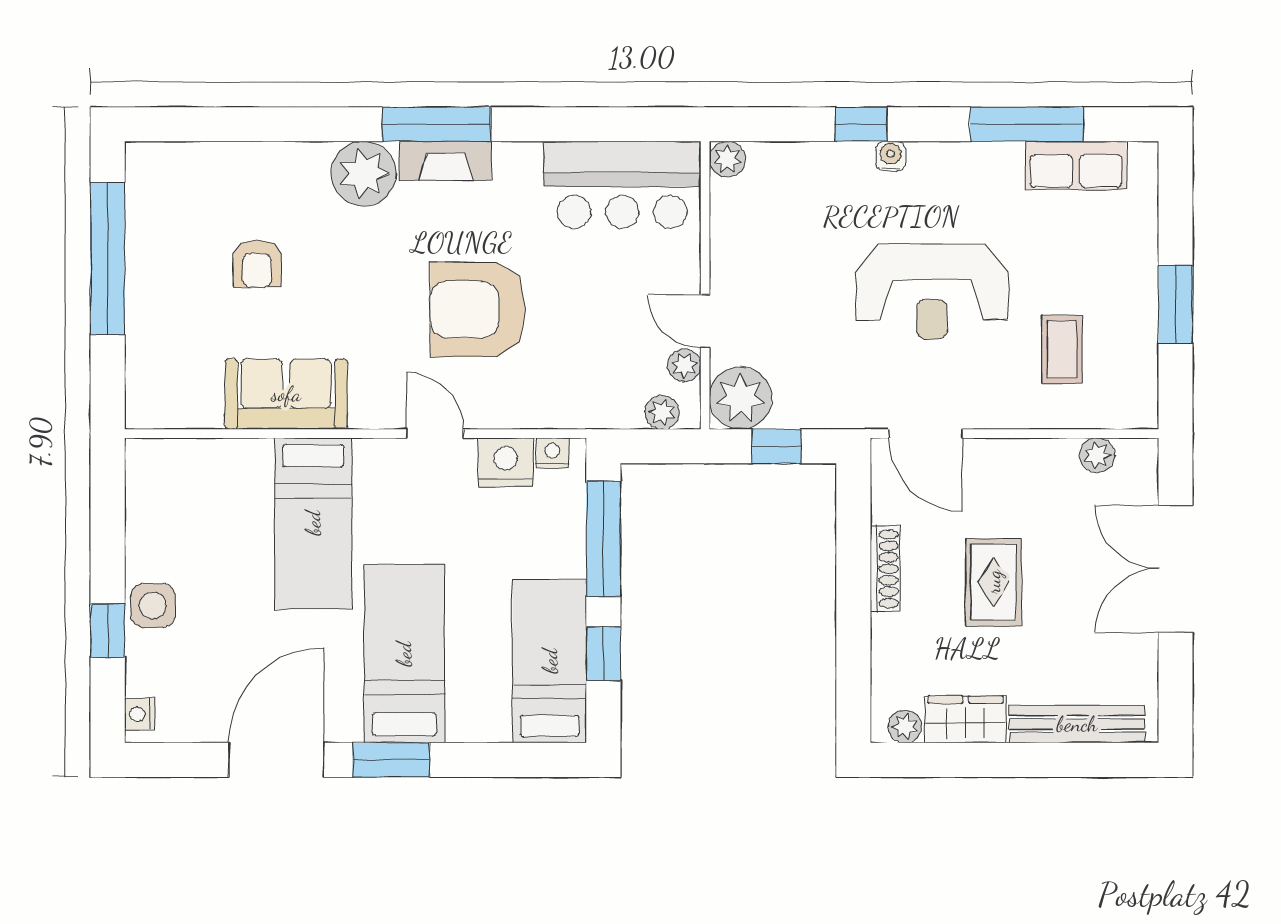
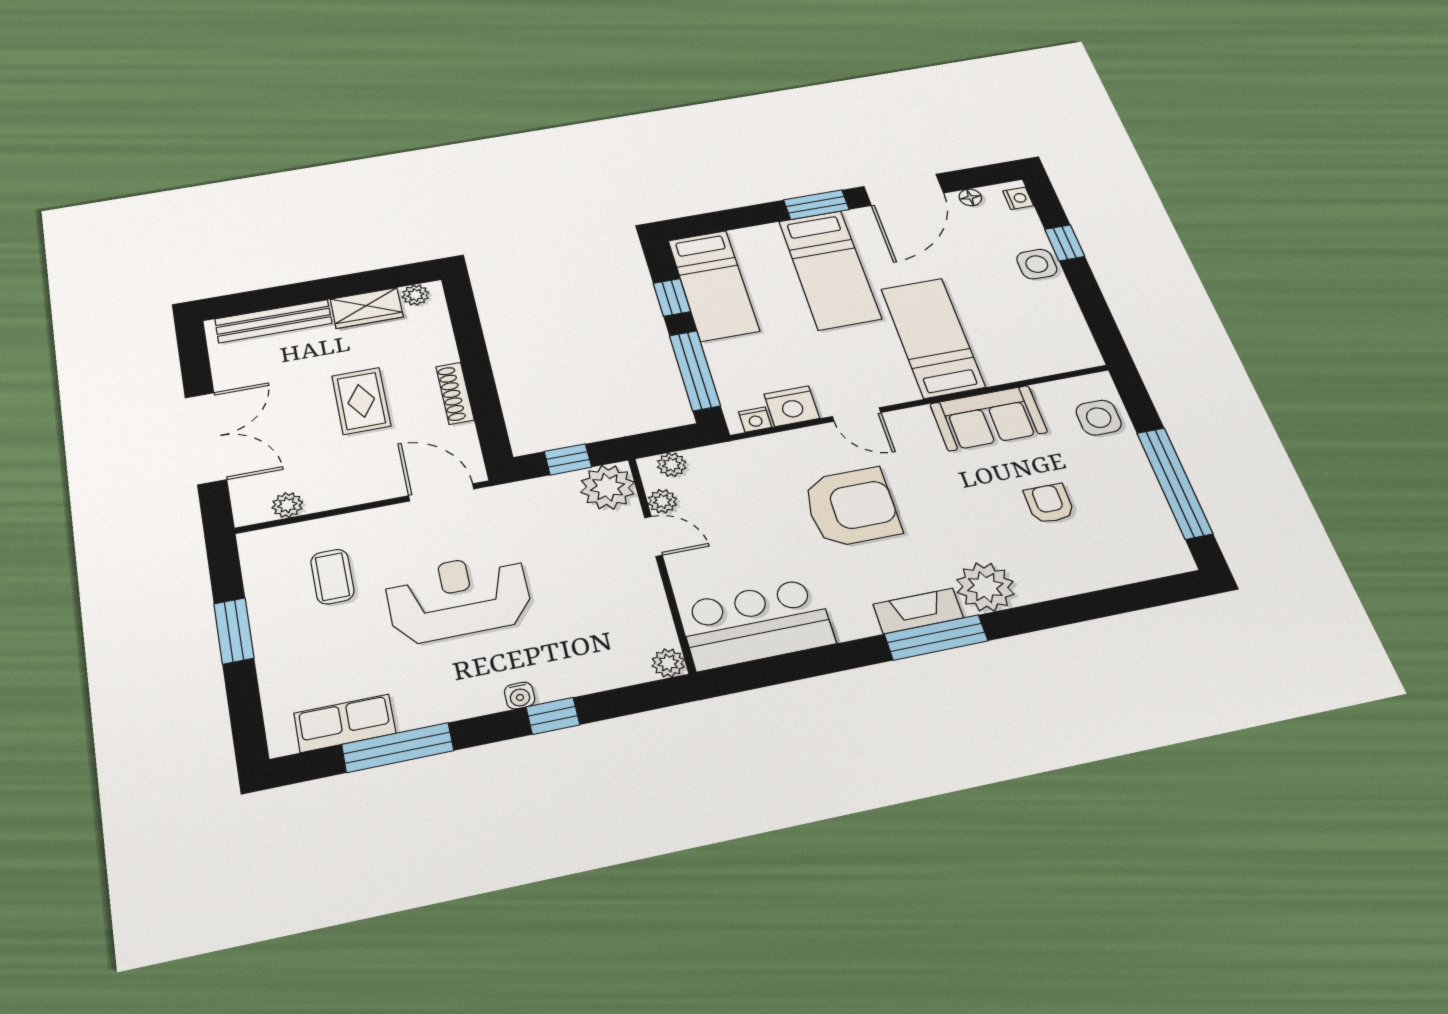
side table: (160, 366) -> (1099, 418), added
floor lamp: (198, 729) -> (970, 197), added

